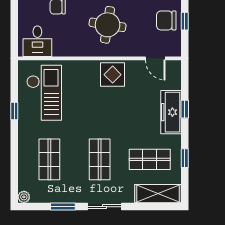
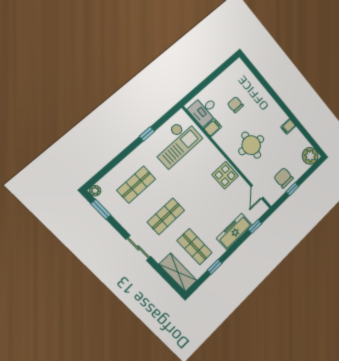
filing cabinet: (60, 47) -> (212, 128), added
window: (185, 109) -> (255, 226), moved
window: (63, 207) -> (101, 209), moved

